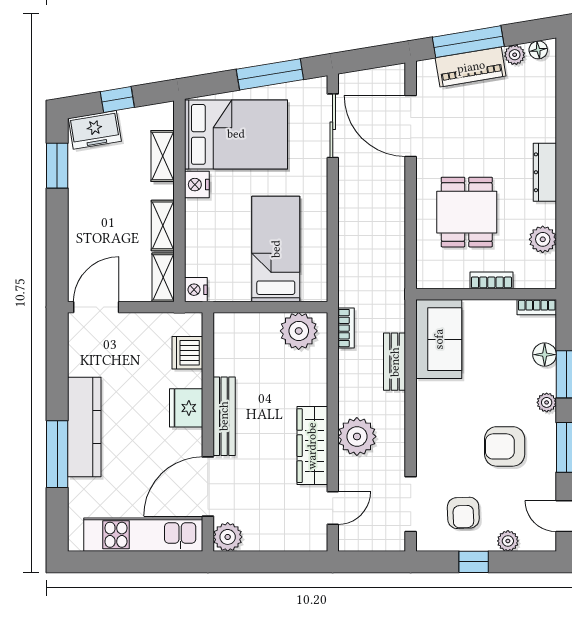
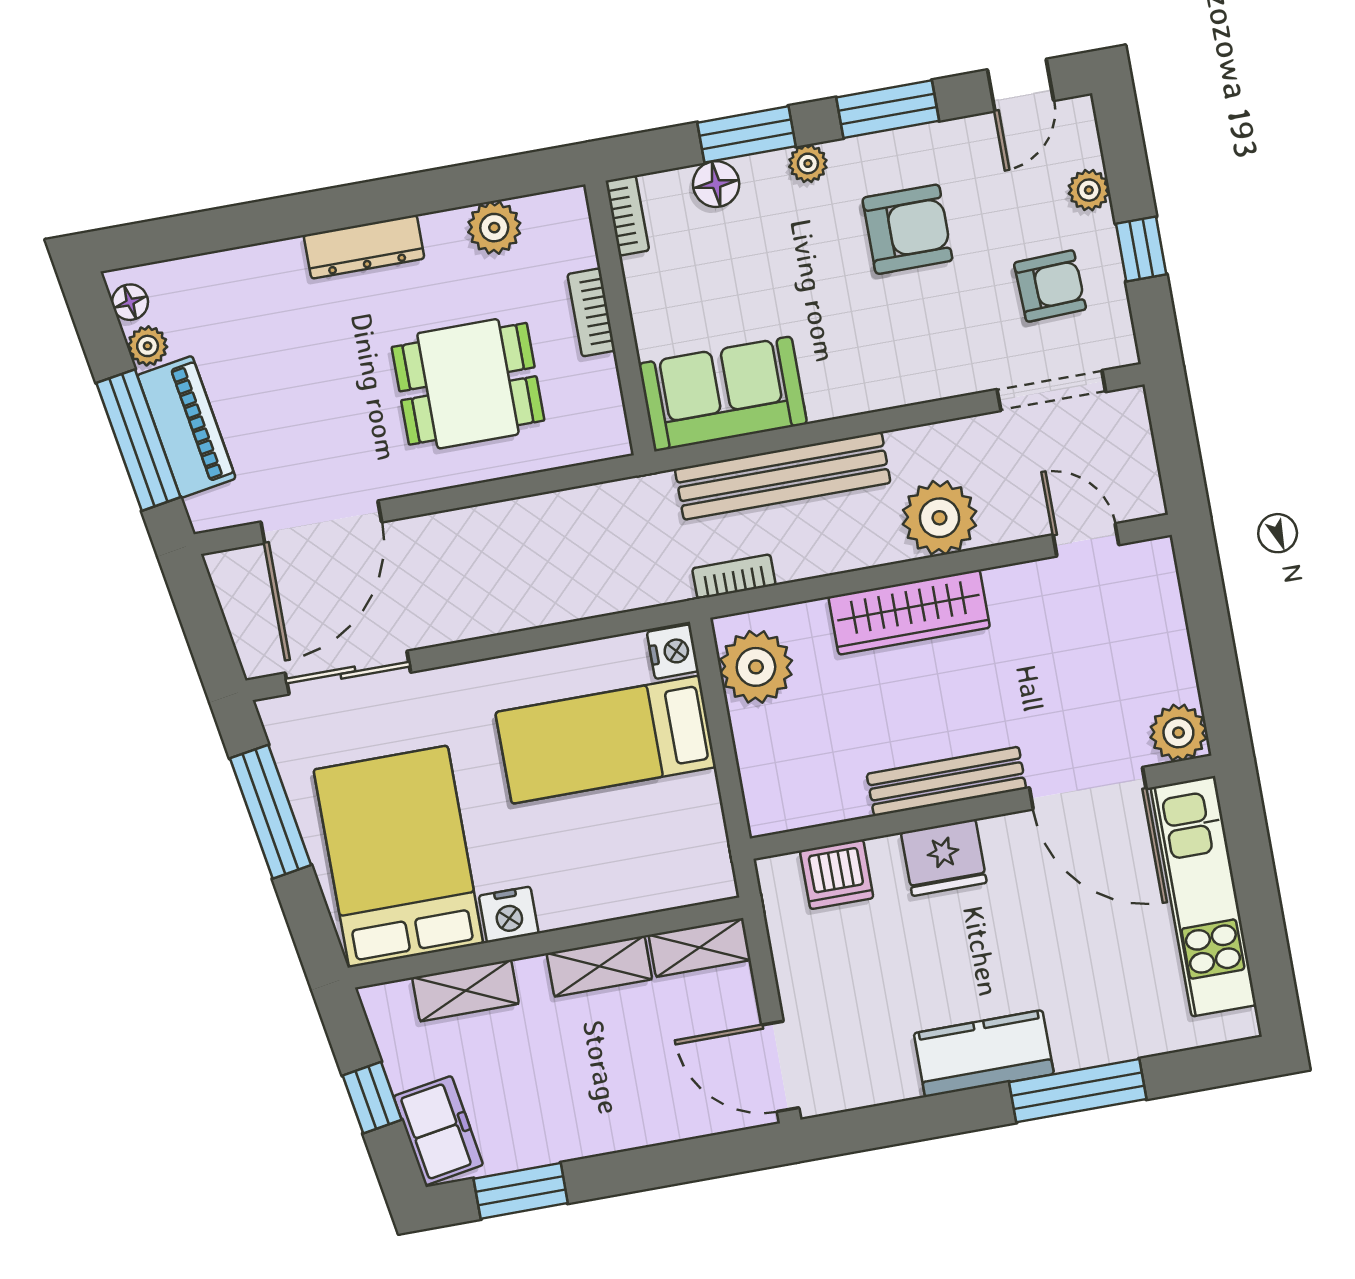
nightstand: (196, 290) -> (673, 652), moved, turned -90
bench: (395, 362) -> (783, 476), width x1.86, depth x1.21
kitchen counter: (84, 427) -> (984, 1054), width x0.67
wardrobe: (312, 446) -> (909, 612), moved
armchair: (505, 446) -> (907, 229), turned -90

